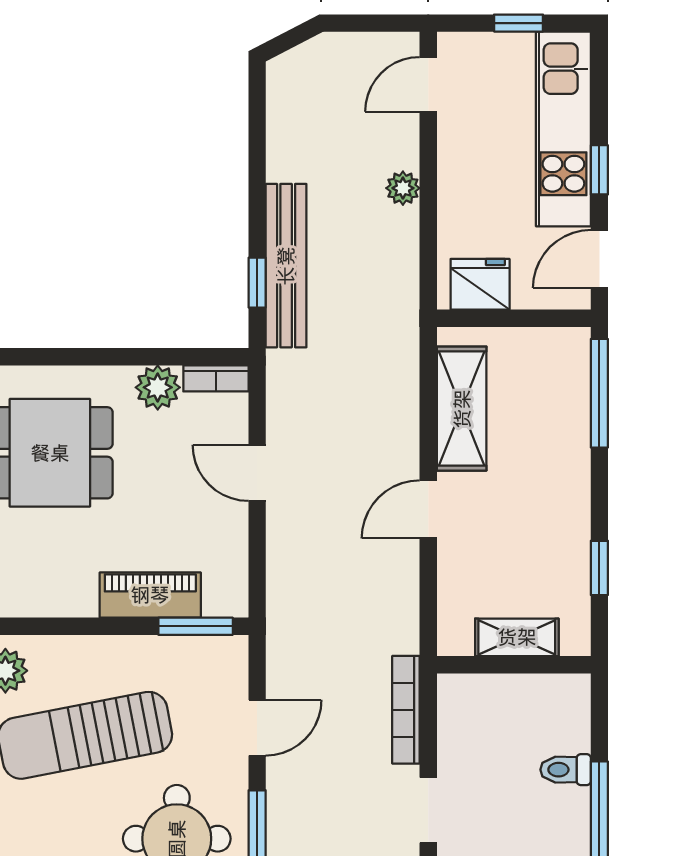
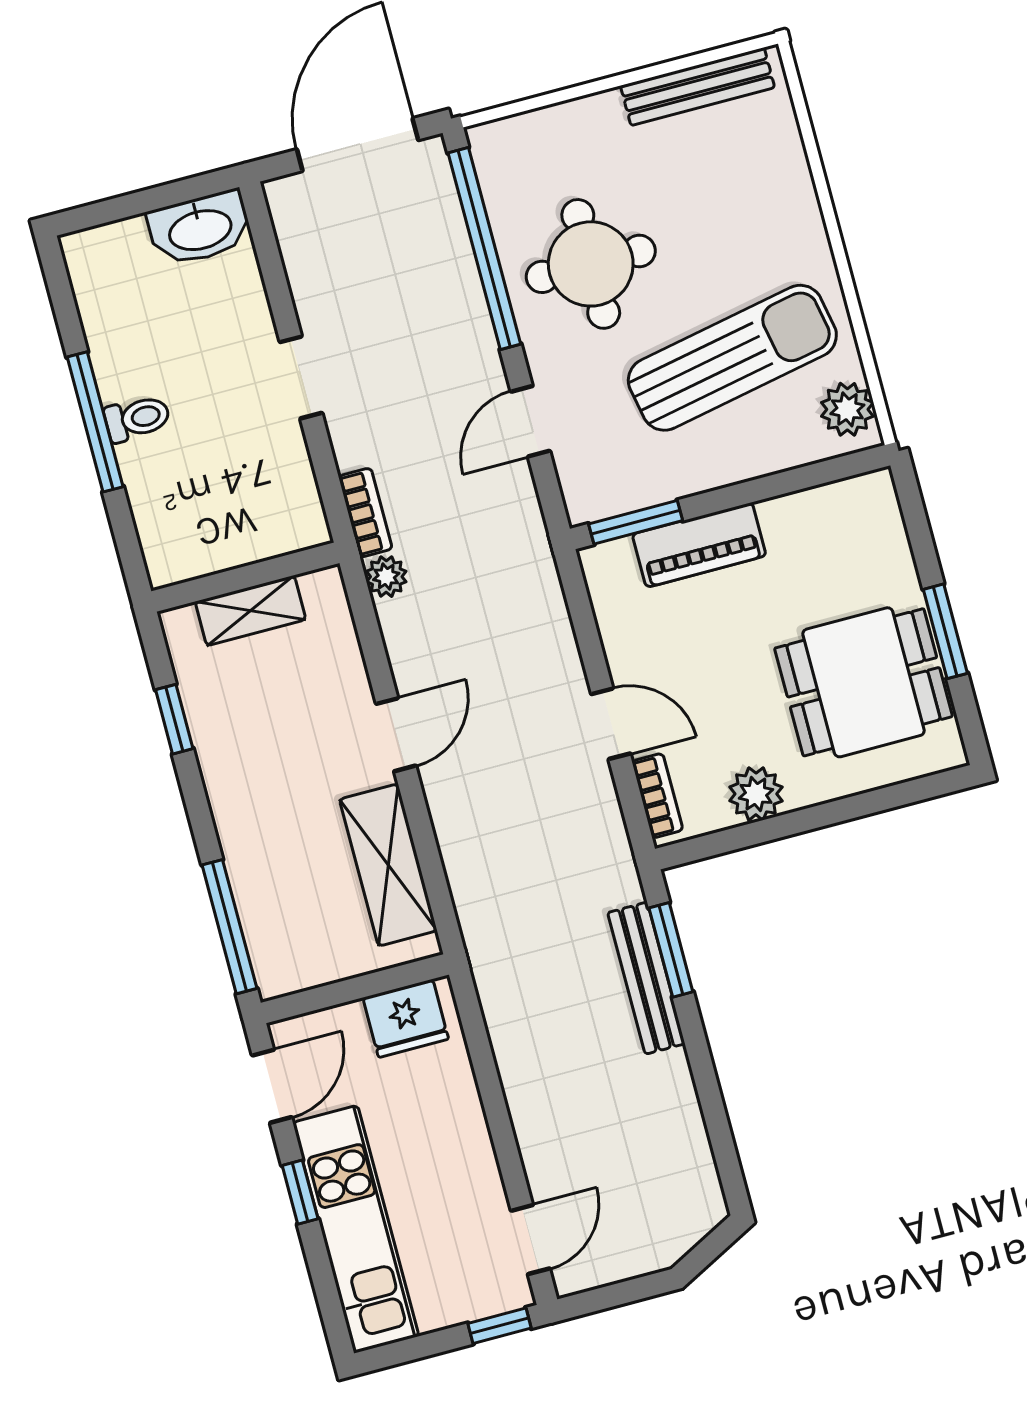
window: (519, 23) -> (499, 1326), moved
plant: (403, 188) -> (386, 577), moved
bench: (286, 266) -> (646, 978), width x0.73, depth x0.82
window: (257, 283) -> (671, 950), width x1.50
bookcase: (216, 378) -> (657, 796), moved, turned 90
bookcase: (406, 710) -> (365, 513), width x0.64
toilet: (566, 770) -> (137, 418), moved

